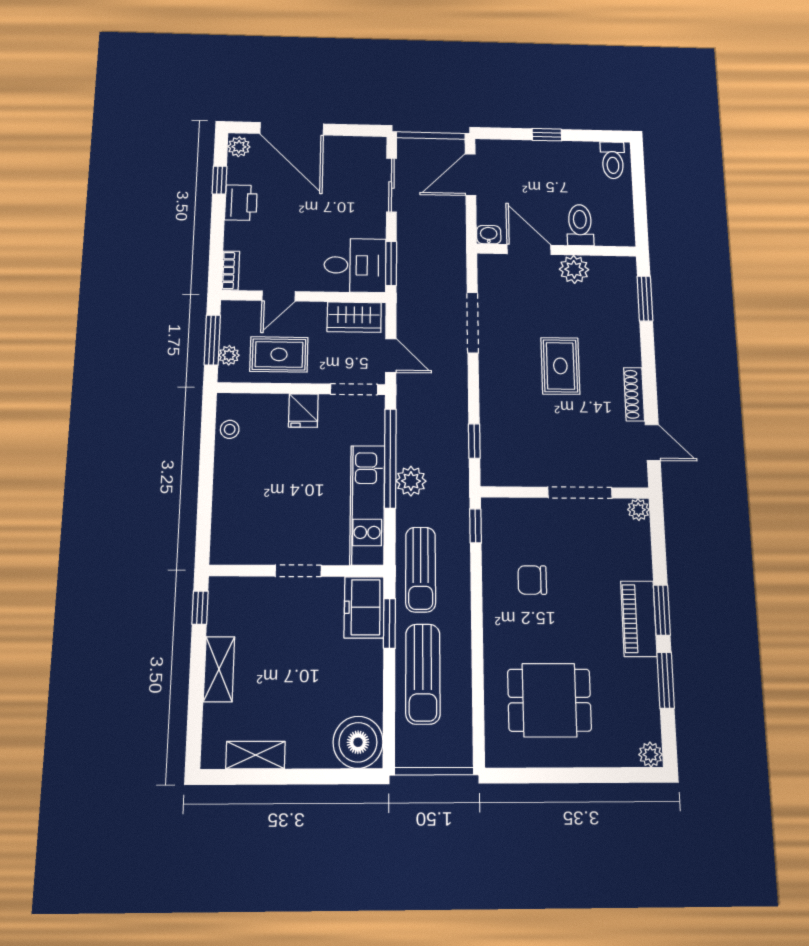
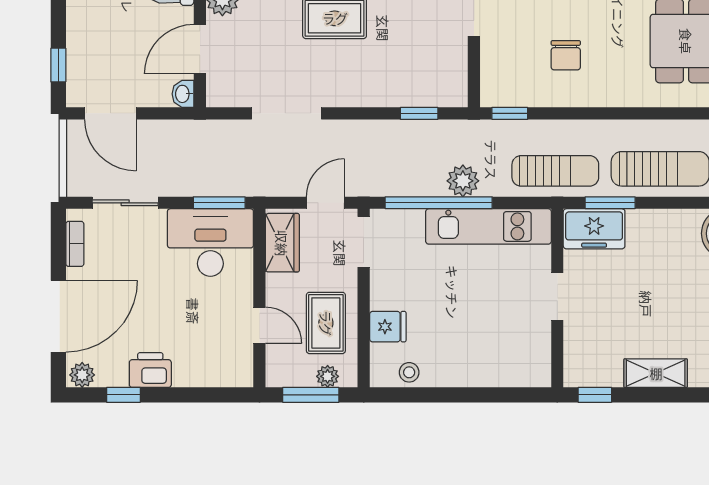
window: (547, 135) -> (58, 65), moved
desk: (355, 265) -> (210, 243), width x1.37
bookcase: (231, 271) -> (75, 244), moved, turned 90
fridge: (303, 411) -> (388, 327), moved

